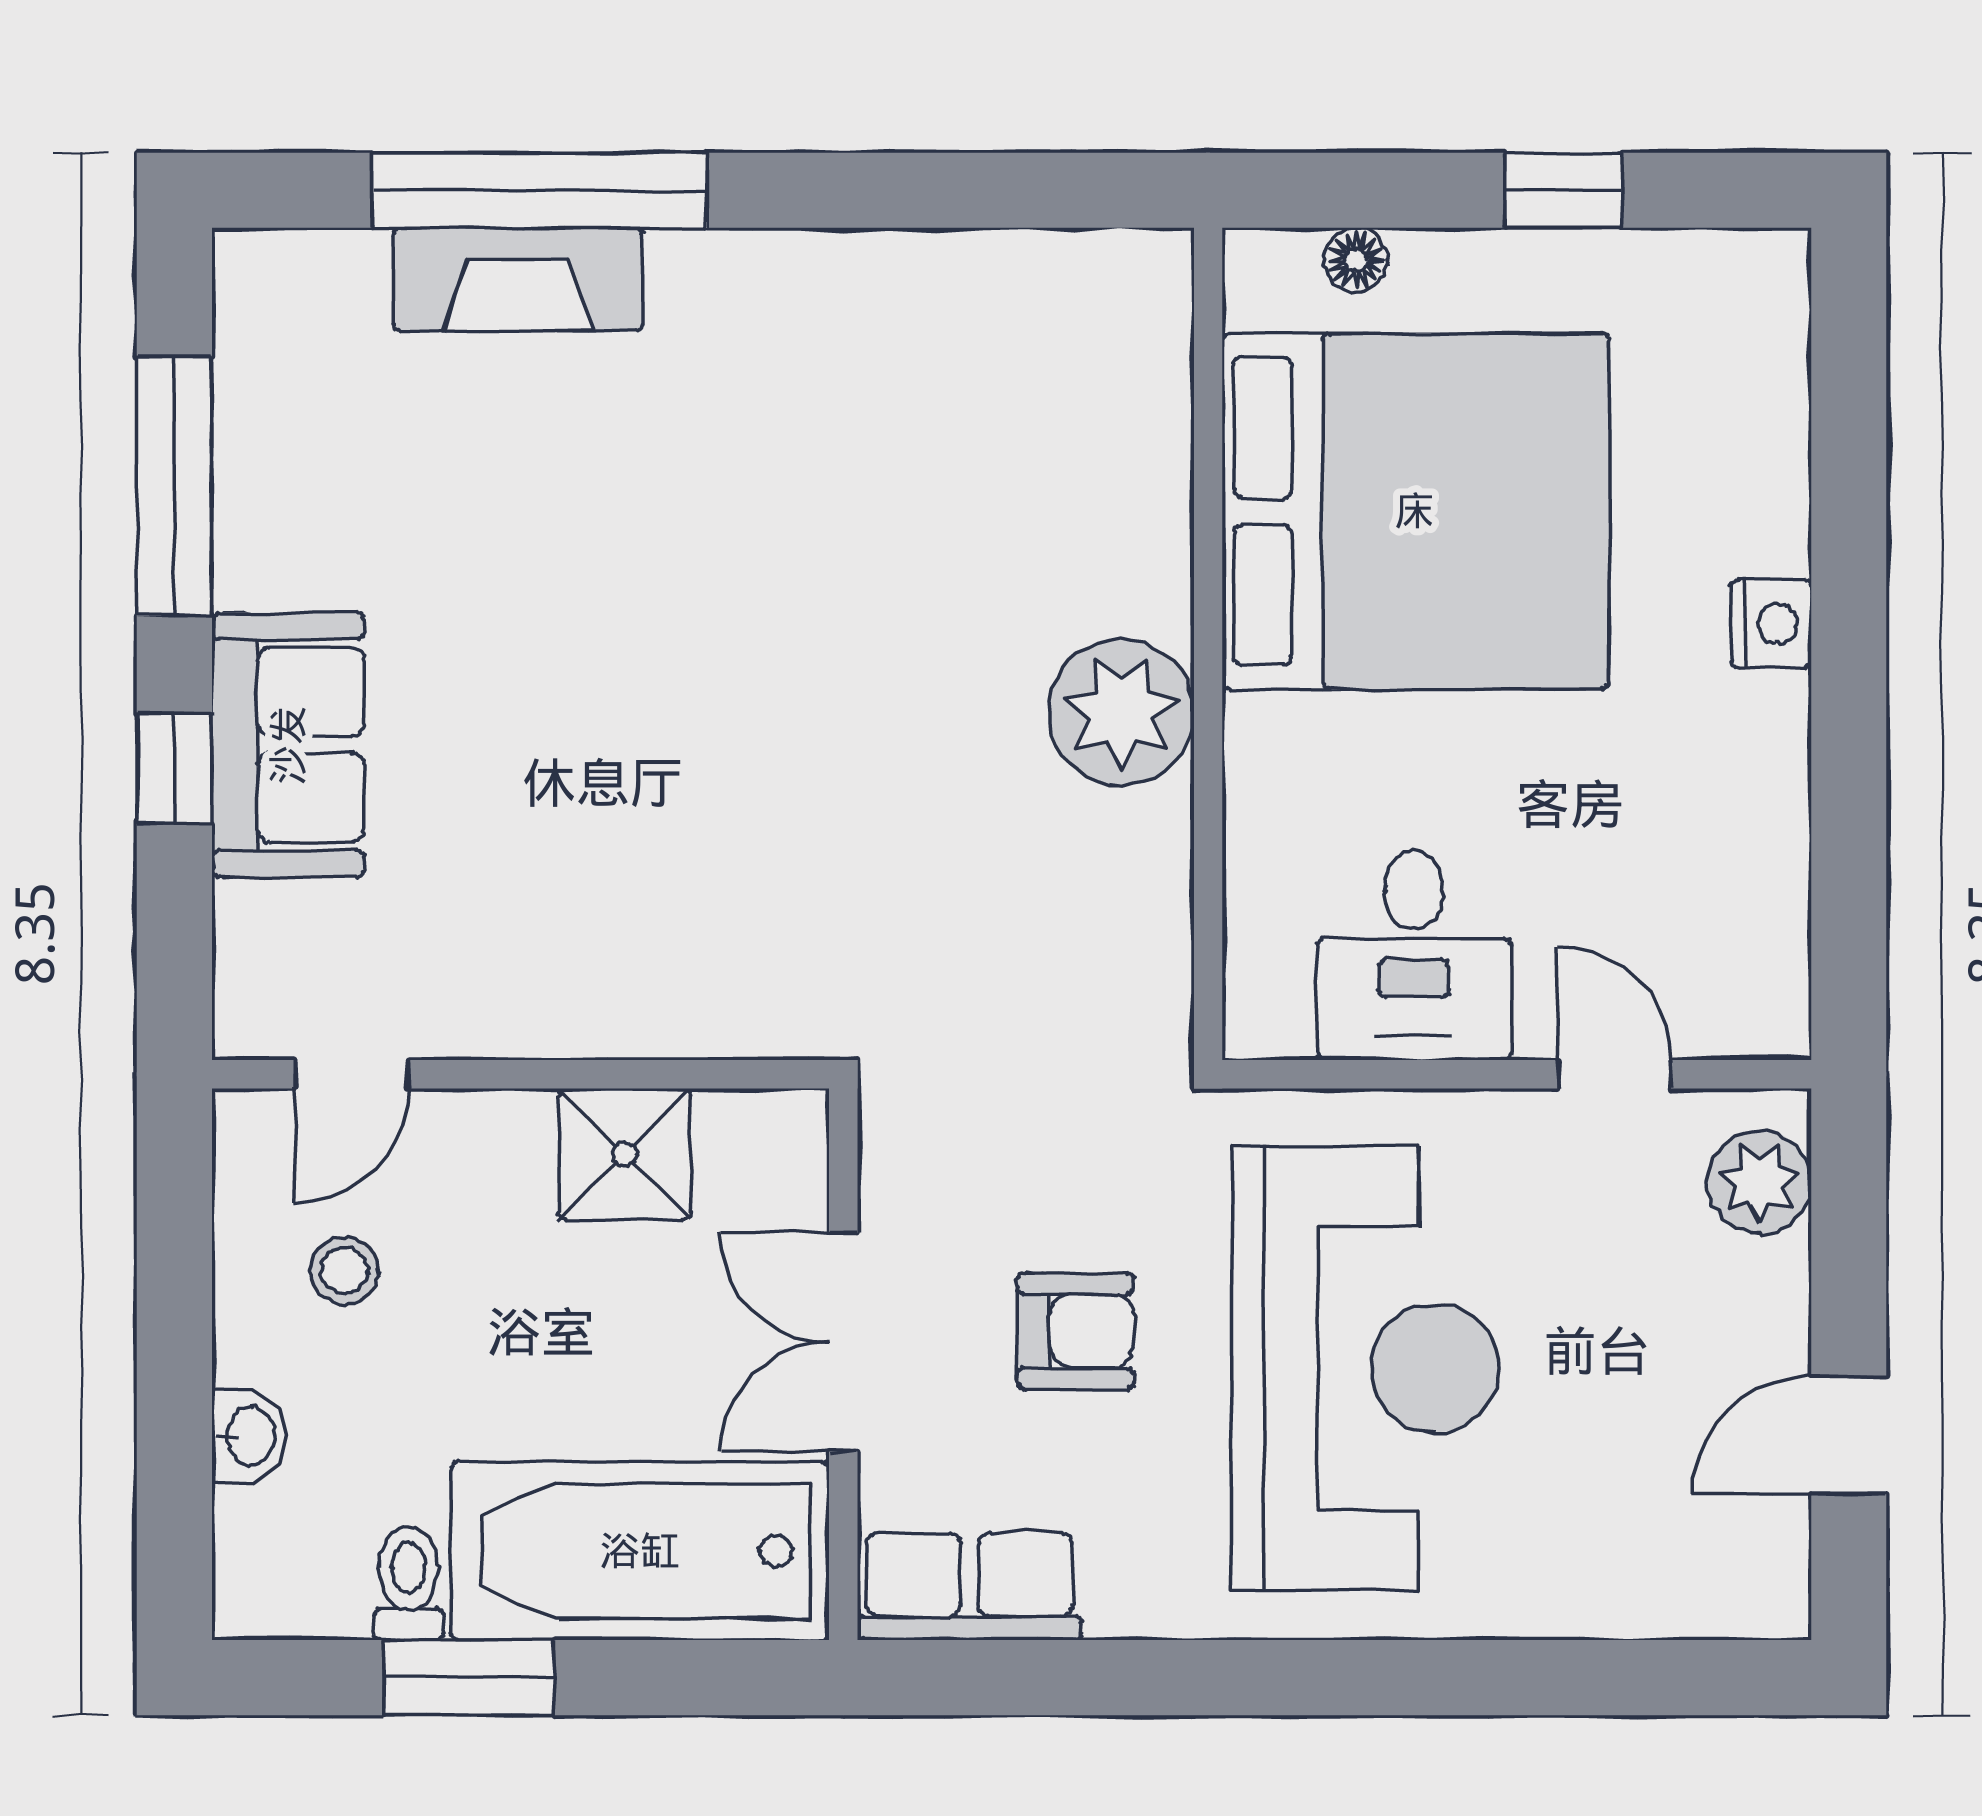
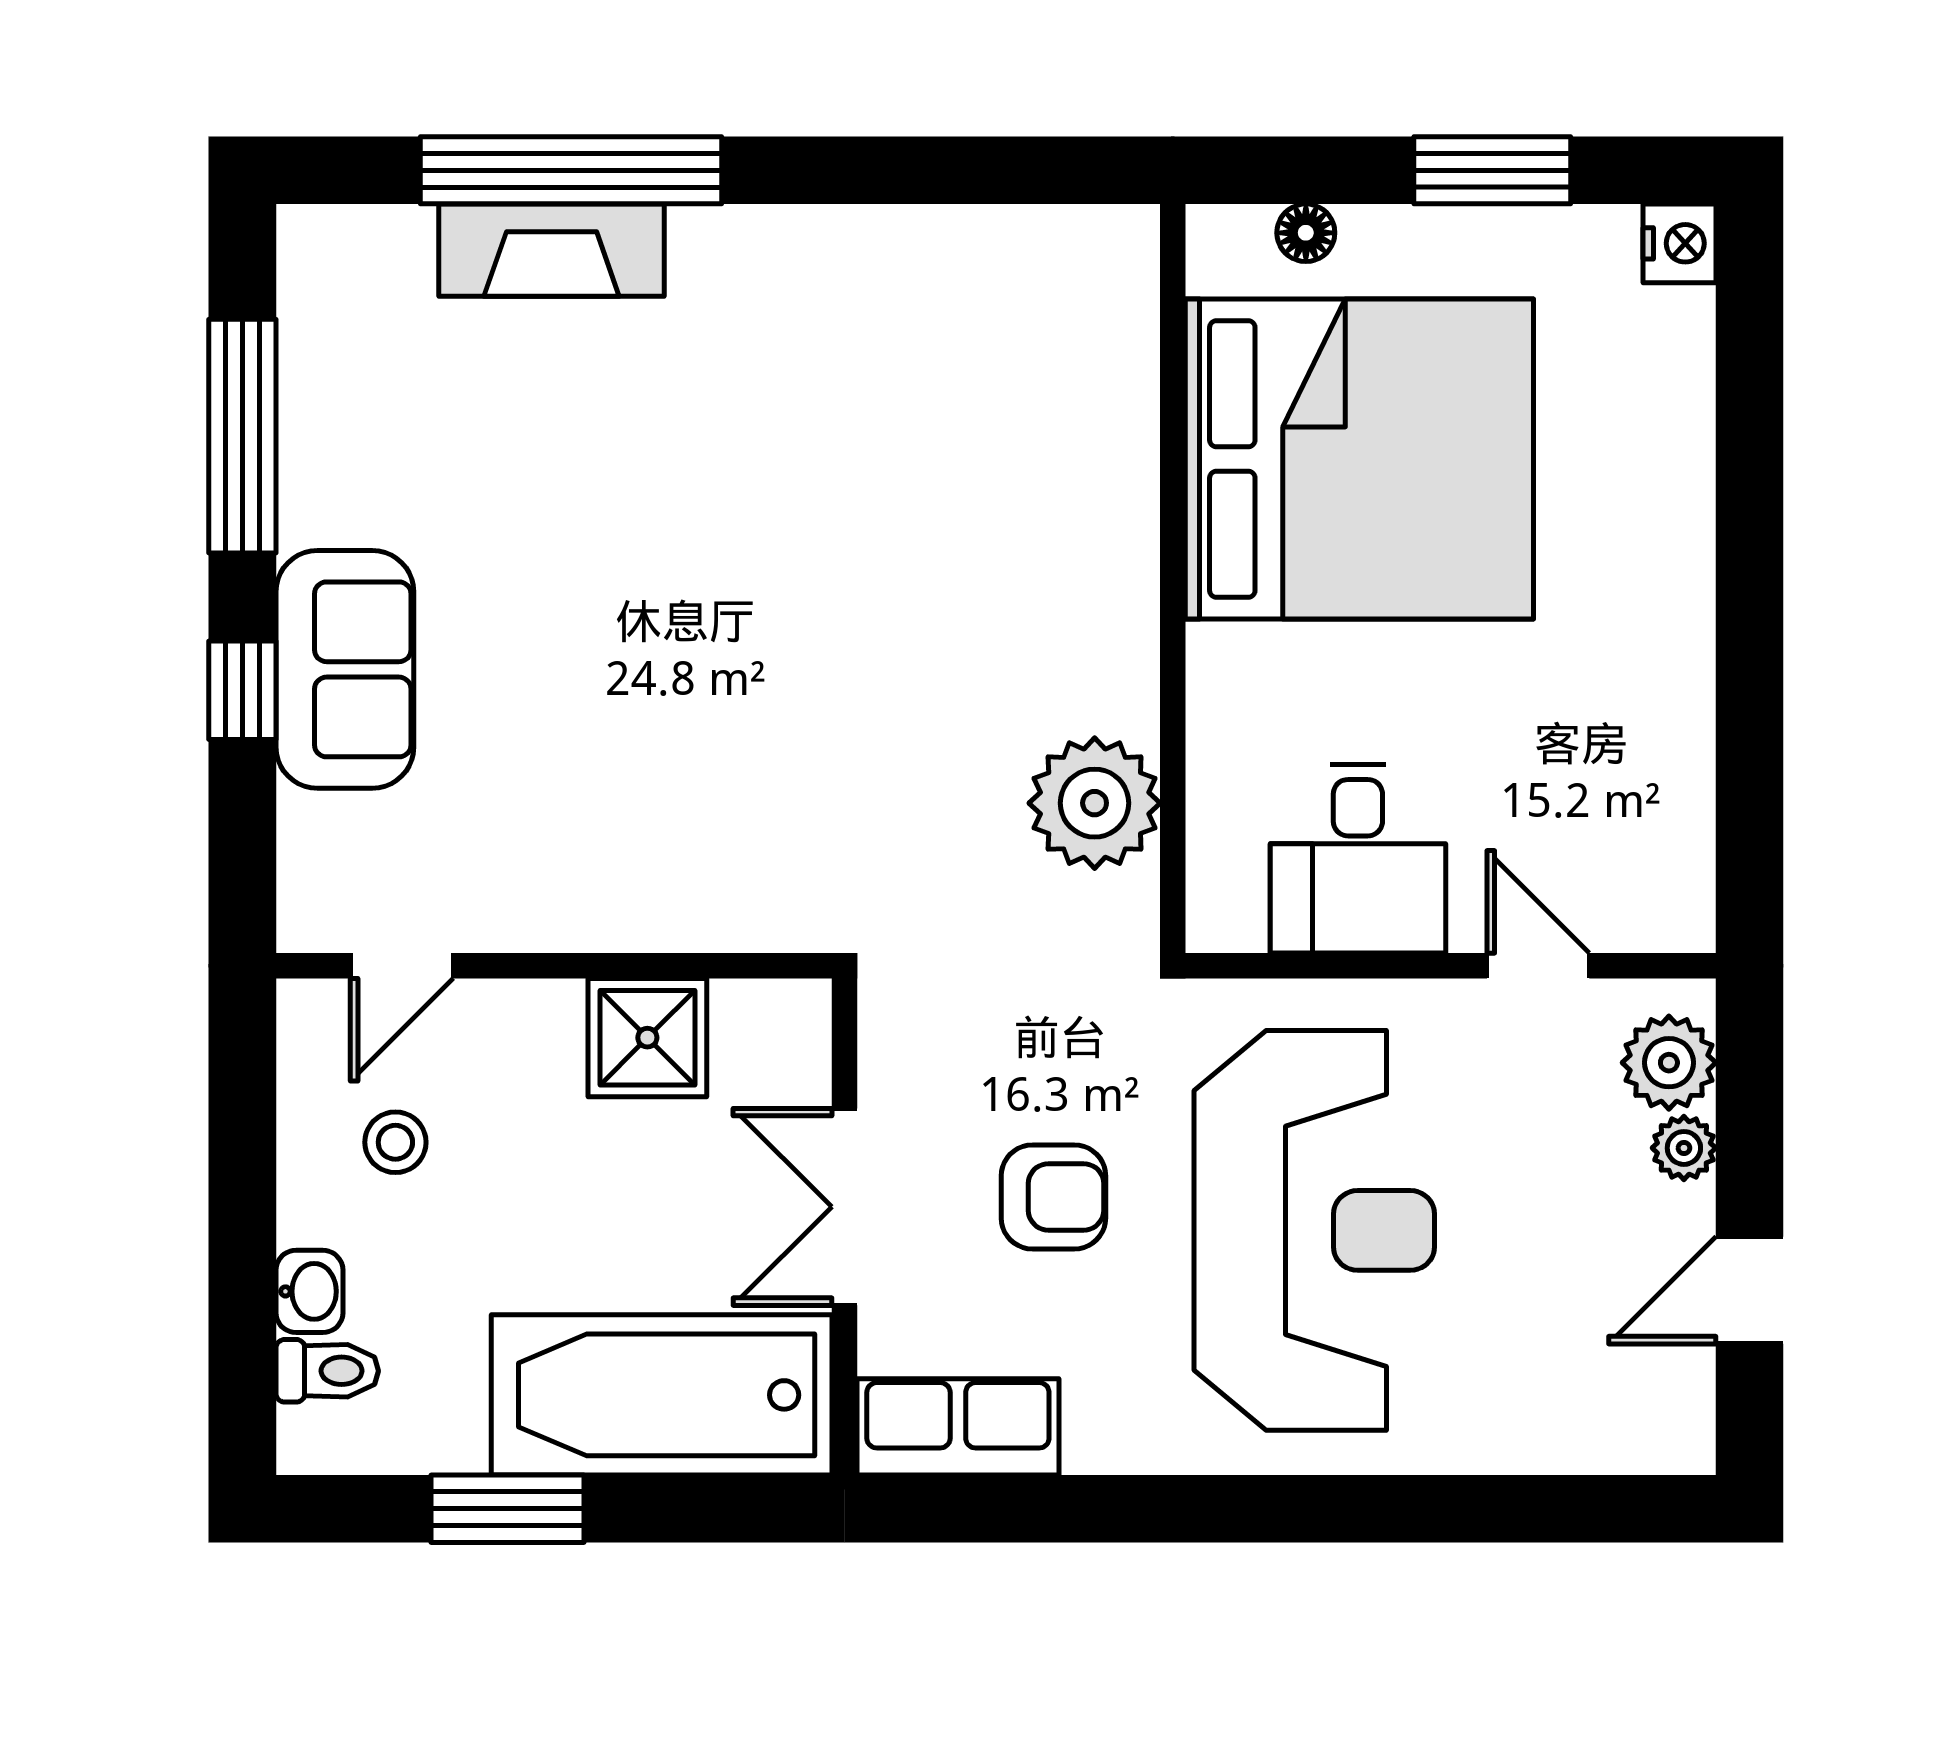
window: (1563, 190) -> (1492, 170), width x1.50
nightstand: (1771, 623) -> (1679, 243), moved
plant: (1121, 712) -> (1095, 803), moved
plant: (1776, 1277) -> (1684, 1148), added
toilet: (409, 1583) -> (327, 1371), moved, turned 90

